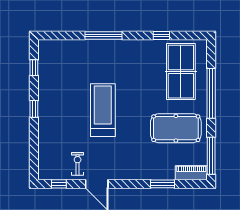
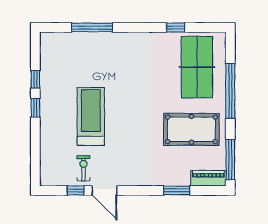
window: (103, 36) -> (92, 27), moved
window: (34, 68) -> (35, 79), moved
treadmill: (103, 110) -> (91, 116), moved
window: (59, 184) -> (76, 190), moved

